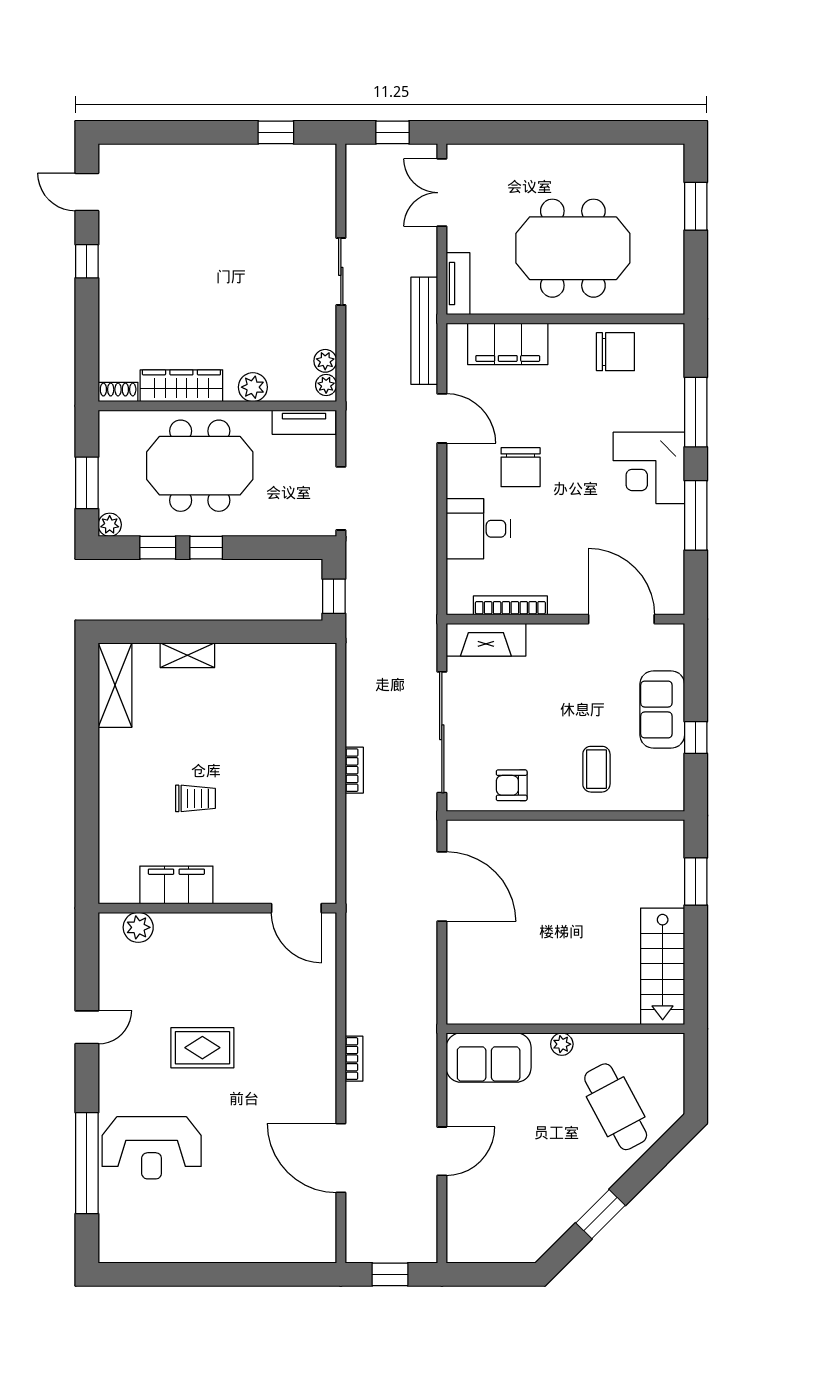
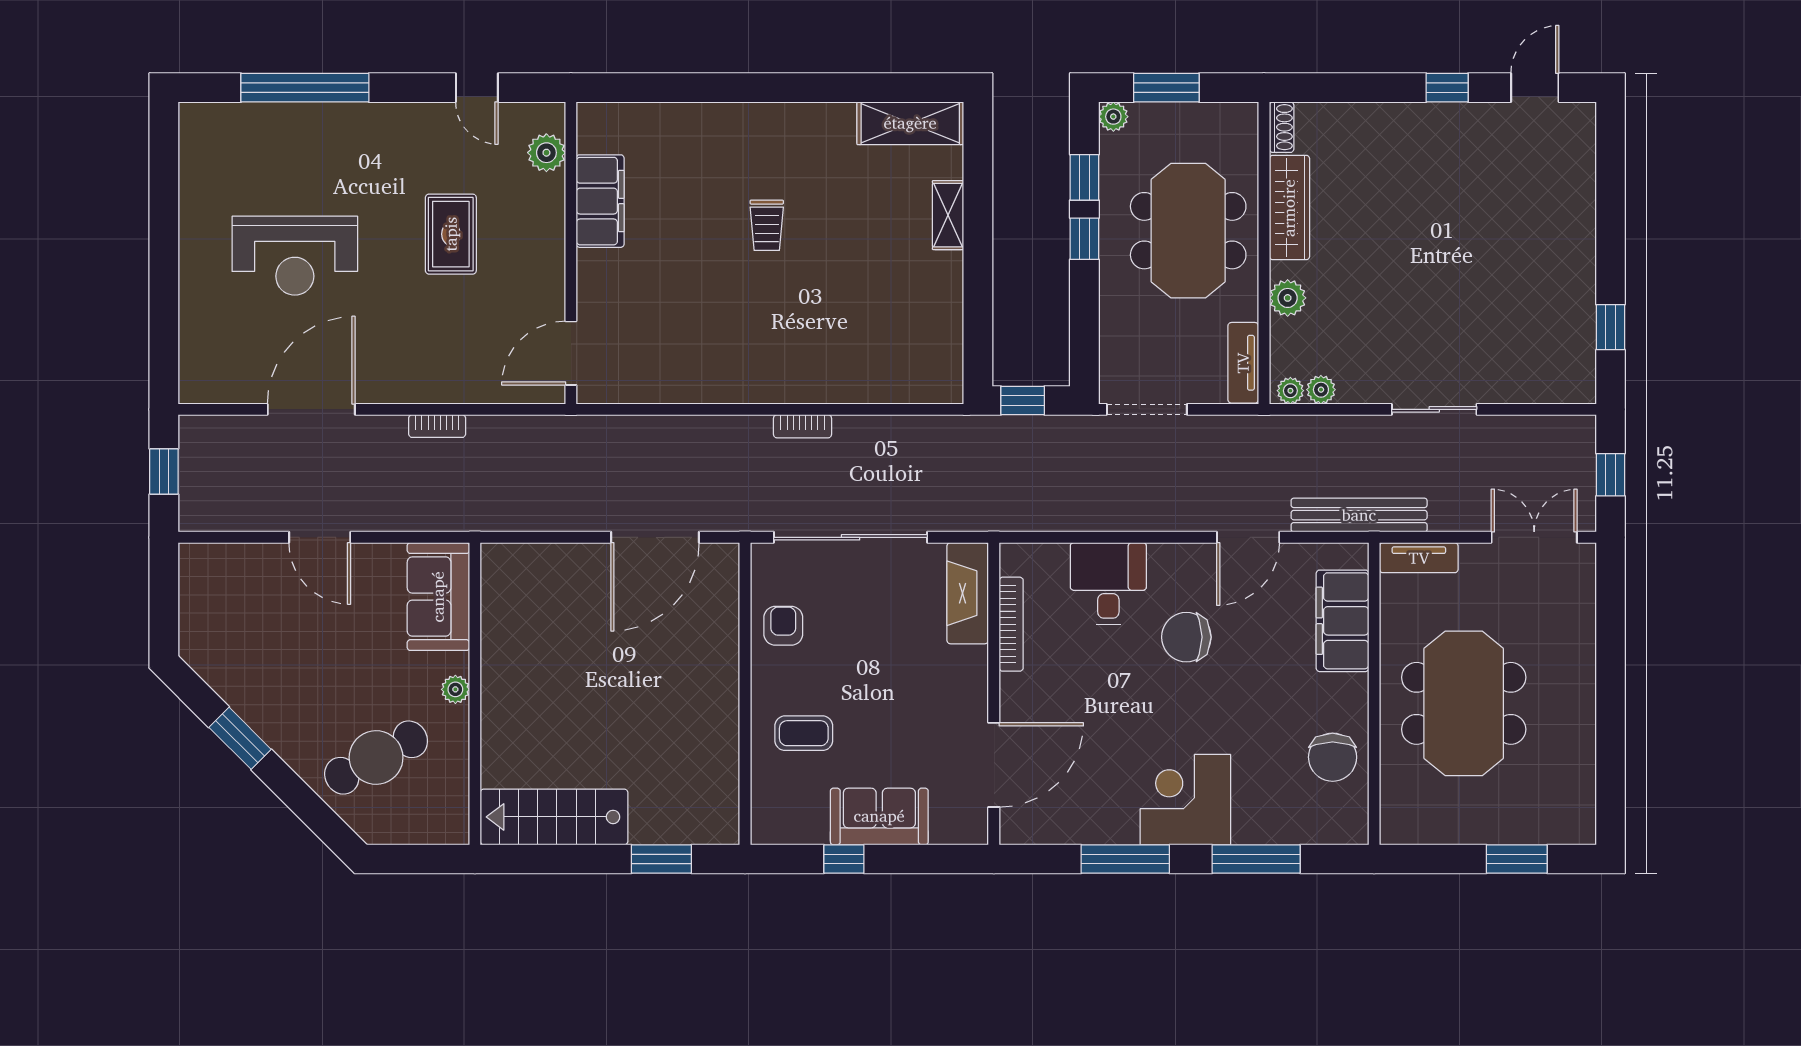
filing cabinet: (176, 885) -> (600, 201), moved
wall: (217, 908) -> (571, 253), moved
door: (296, 908) -> (571, 353), moved
plant: (138, 927) -> (546, 153), moved
reception desk: (152, 1148) -> (295, 256), moved, turned -90

